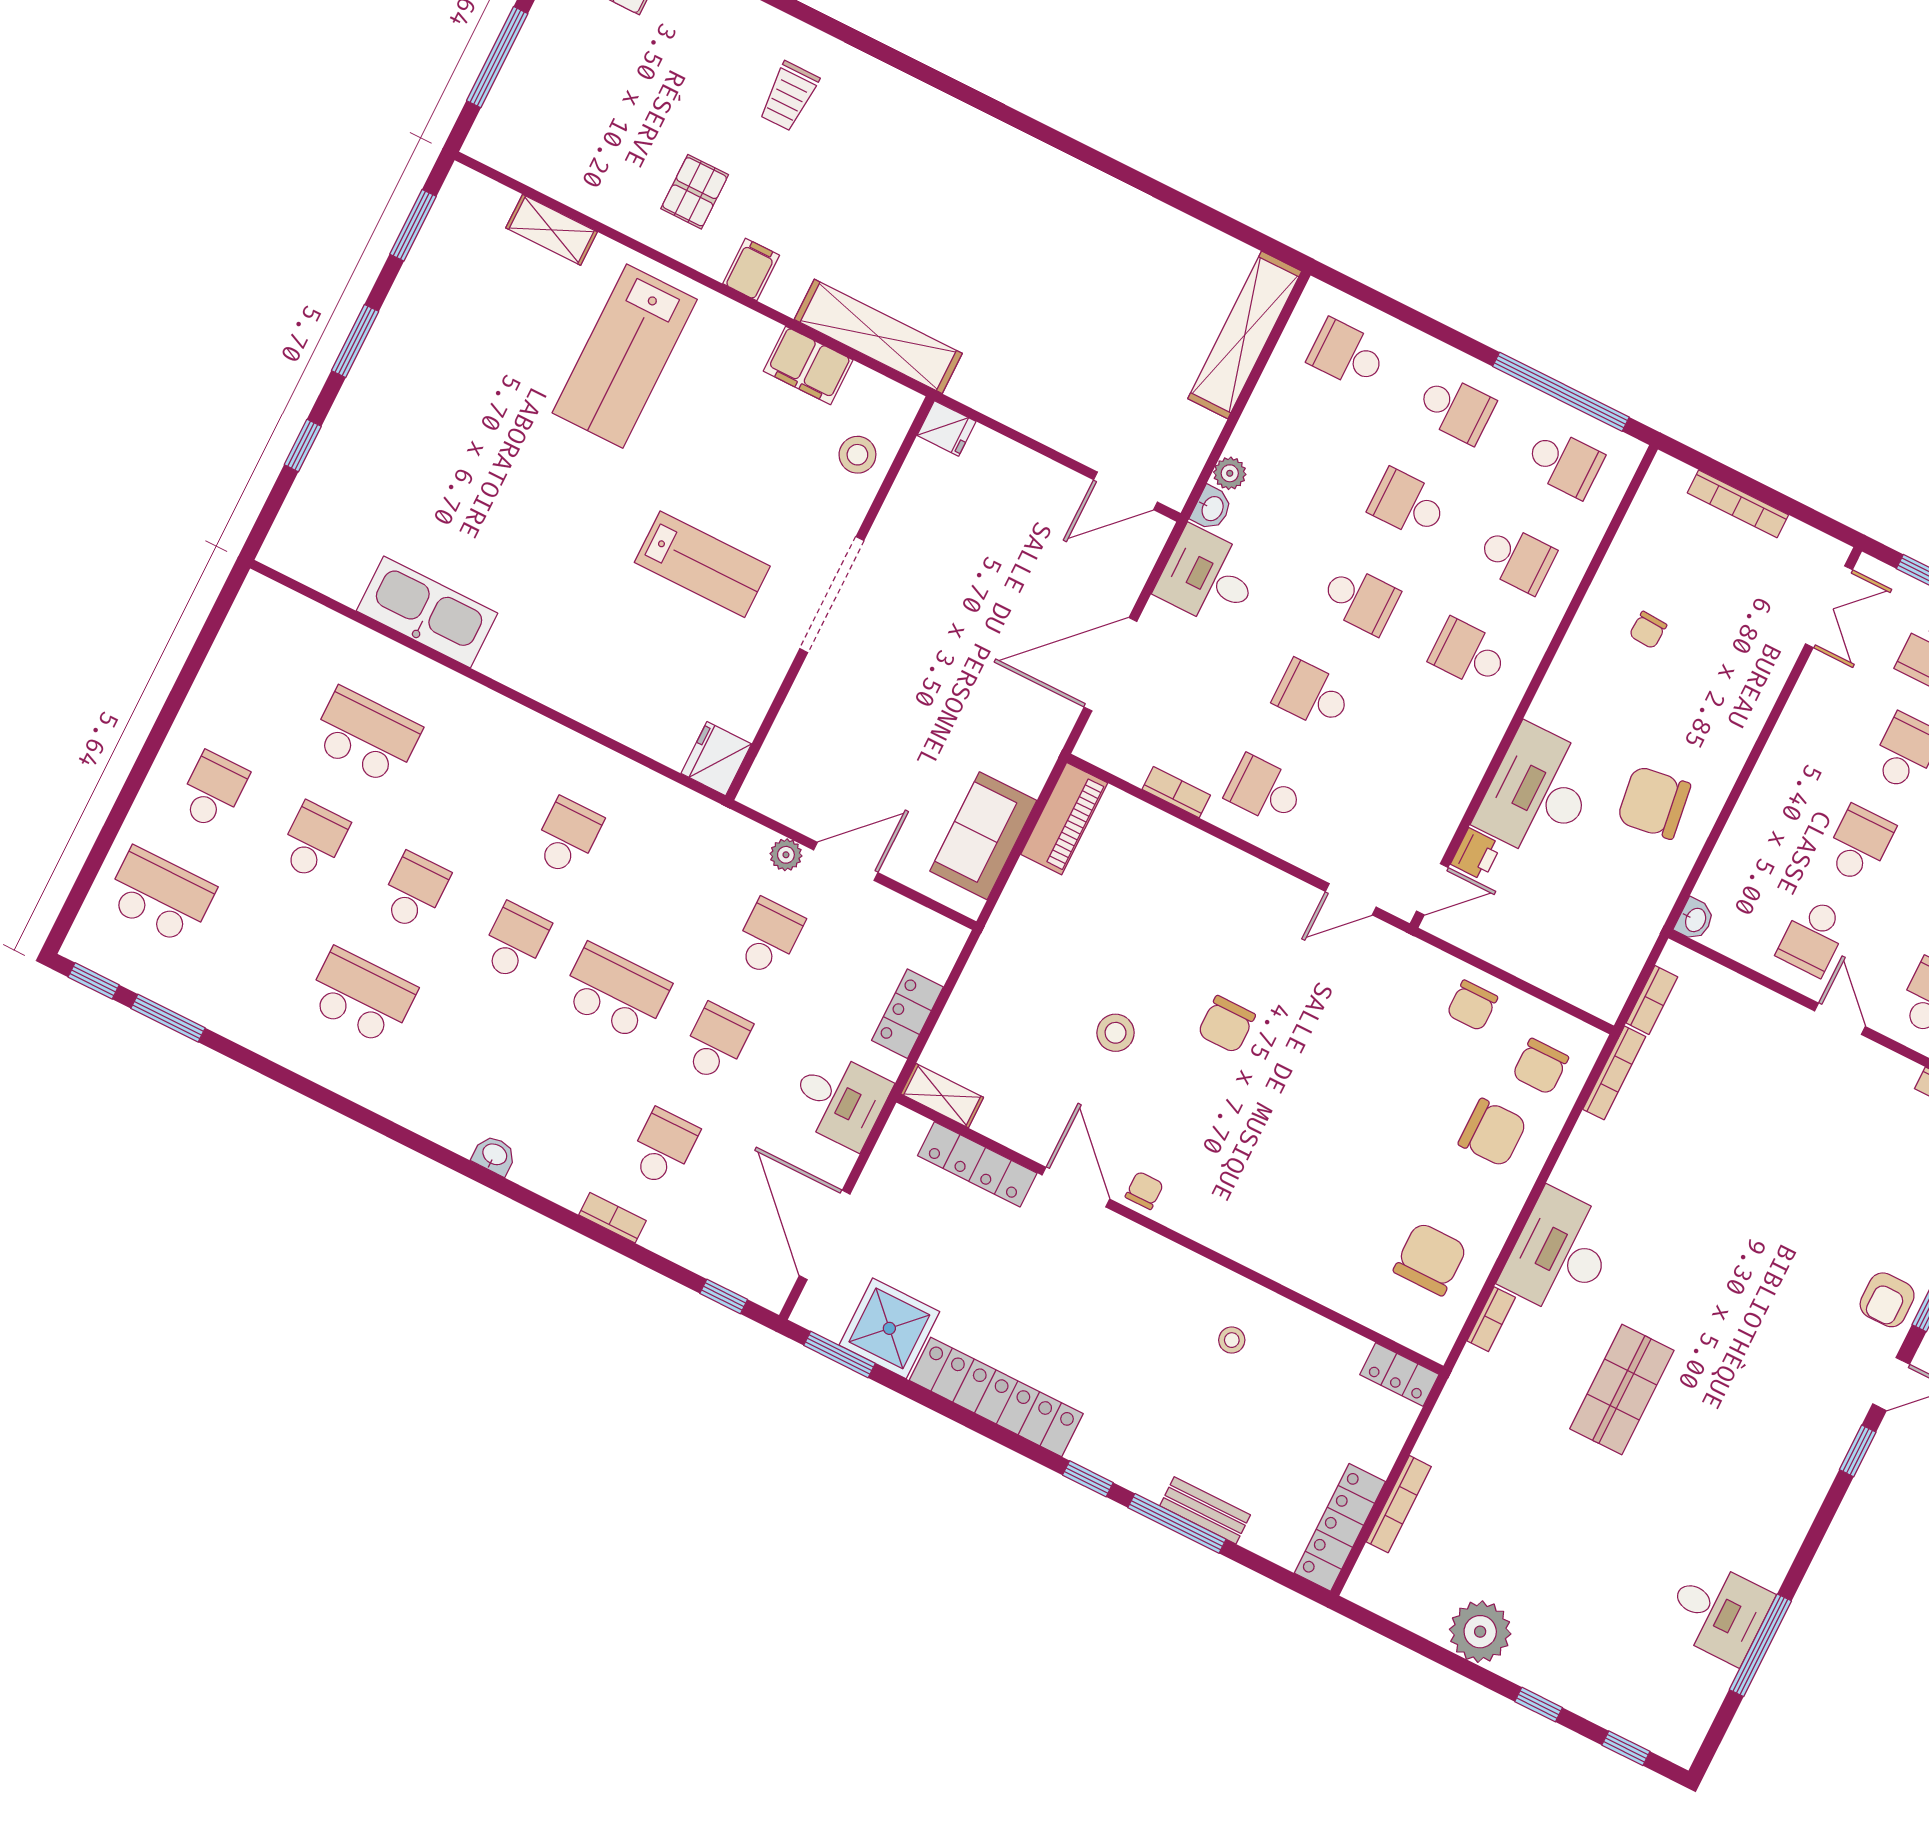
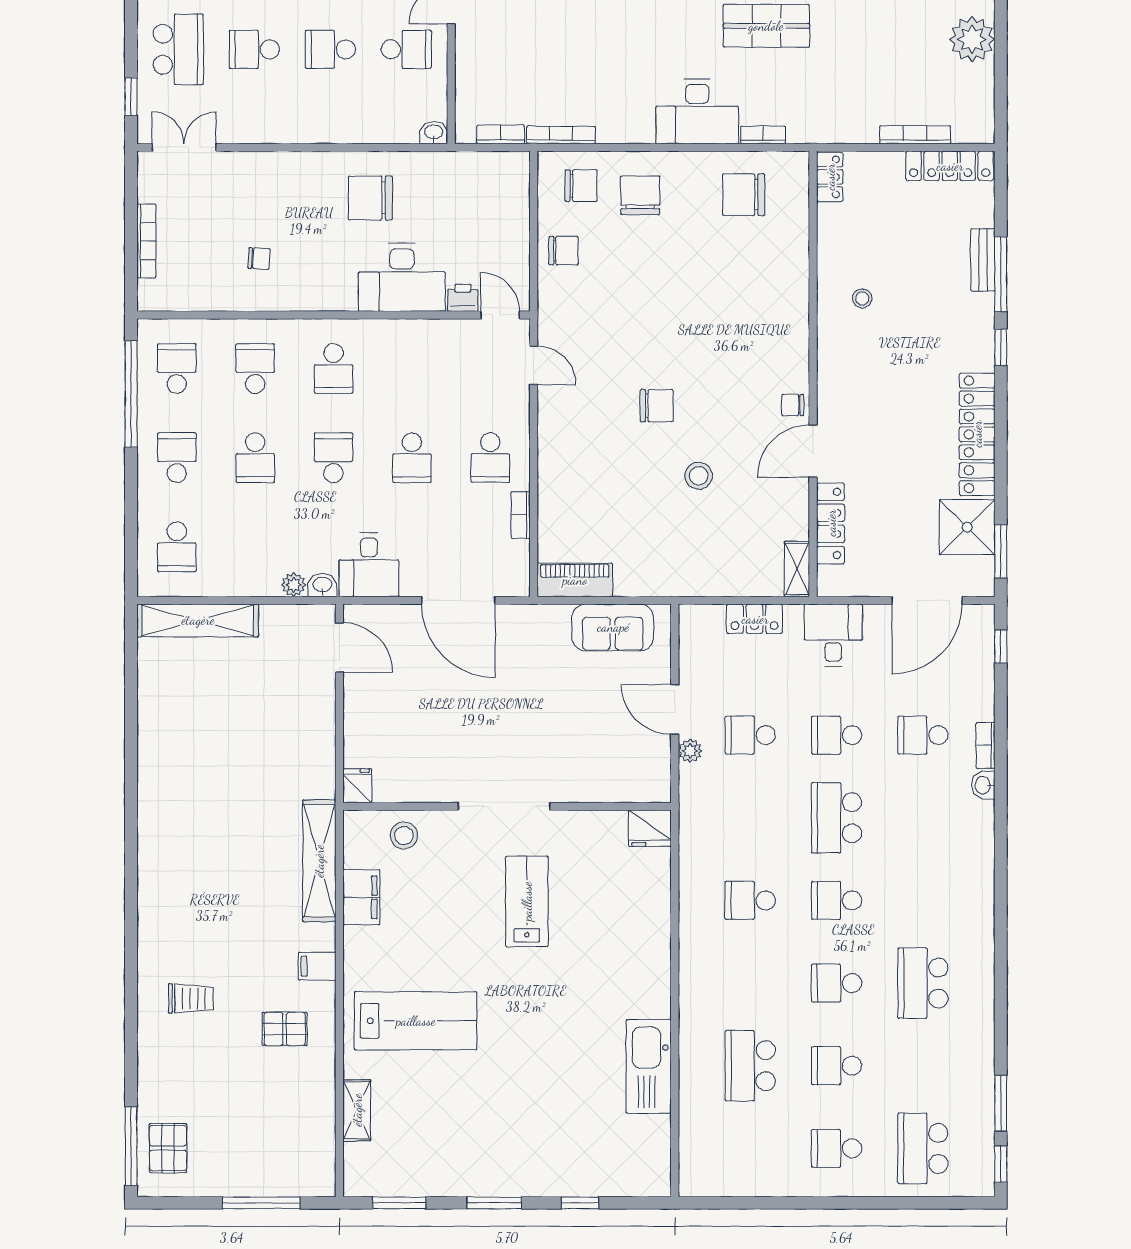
chair: (1654, 803) -> (370, 198), turned 98
washbasin: (494, 1155) -> (983, 785), moved

